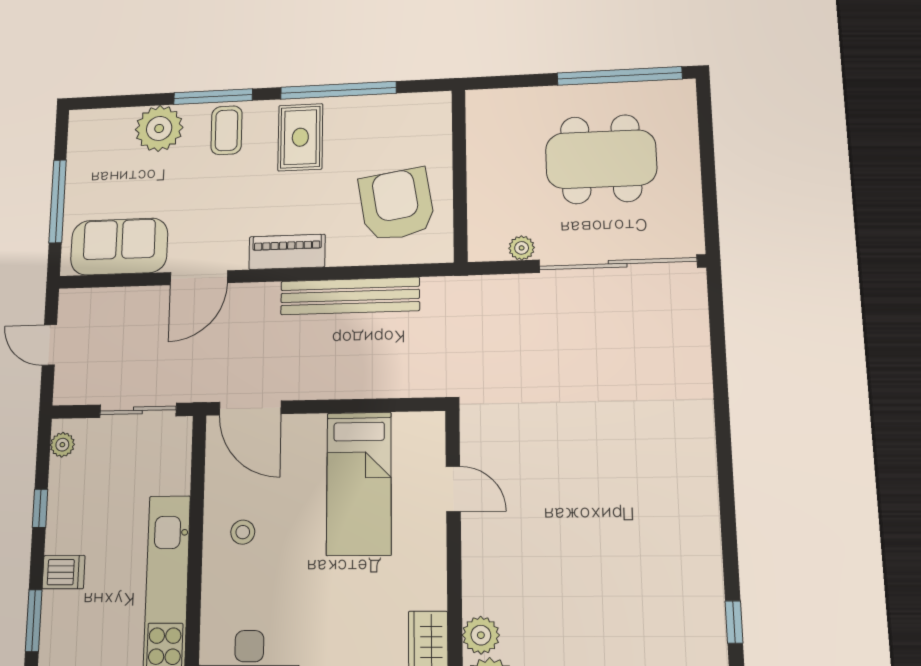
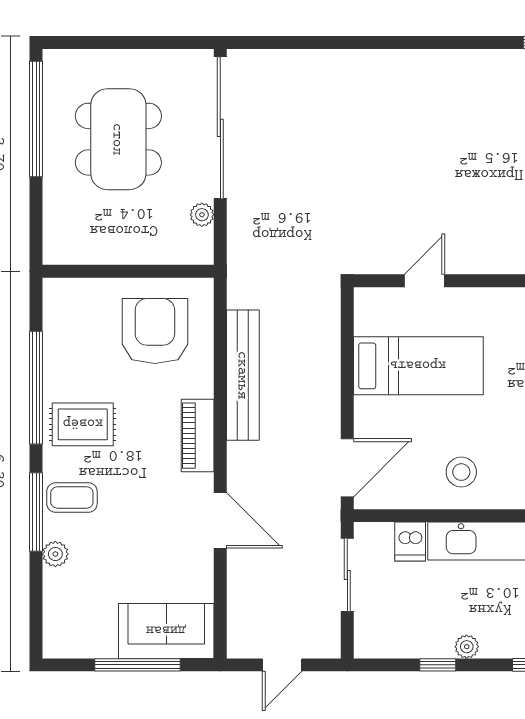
plant: (159, 128) -> (55, 554), width x0.53, depth x0.53
armchair: (397, 205) -> (155, 331), turned 99
sofa: (119, 247) -> (166, 631), moved, turned 90
plant: (62, 445) -> (467, 647), moved
stool: (243, 532) -> (461, 472), width x1.37, depth x1.37
dishwasher: (64, 572) -> (410, 542), moved, turned 180

